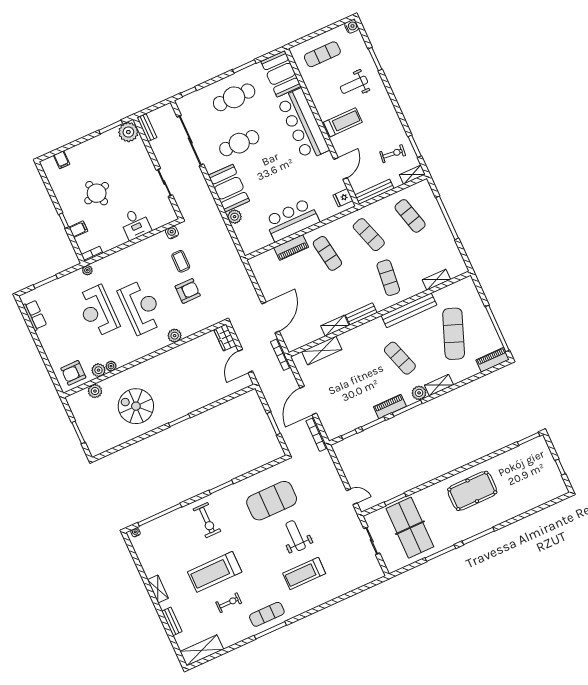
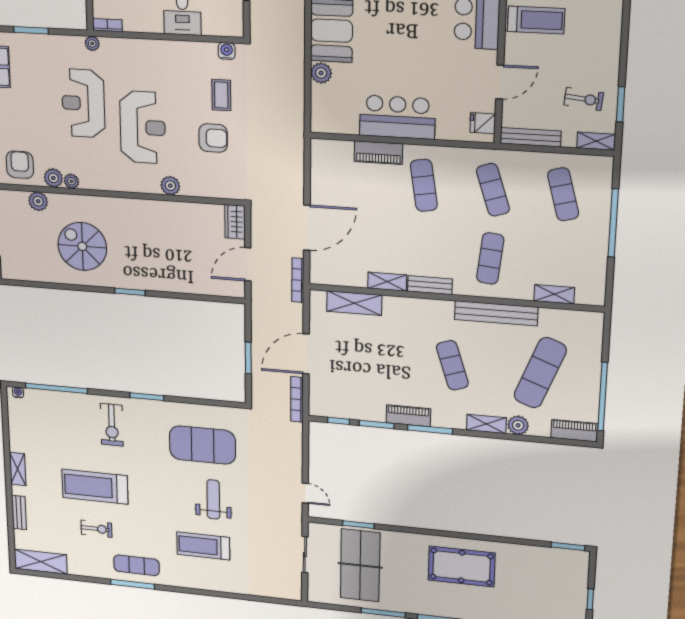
armchair: (73, 373) -> (20, 165), turned 90
plant: (419, 393) -> (518, 425), moved

